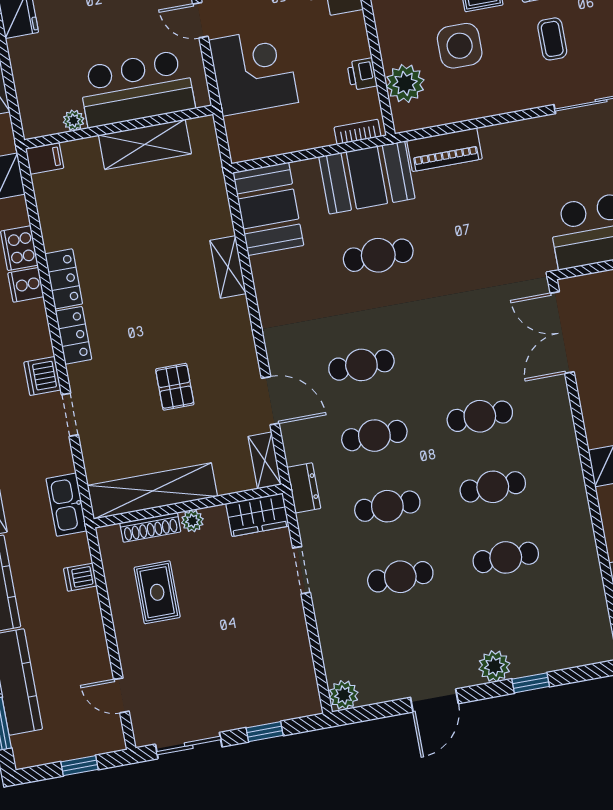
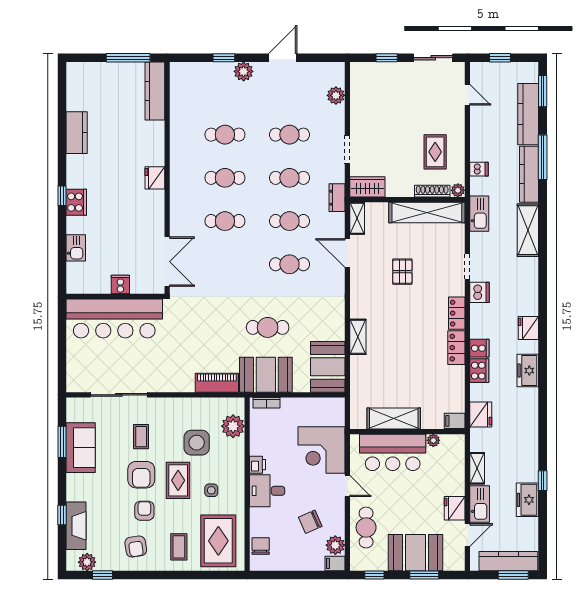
printer: (362, 74) -> (258, 465), moved
plant: (192, 521) -> (458, 190), moved
plant: (344, 695) -> (336, 95), moved

